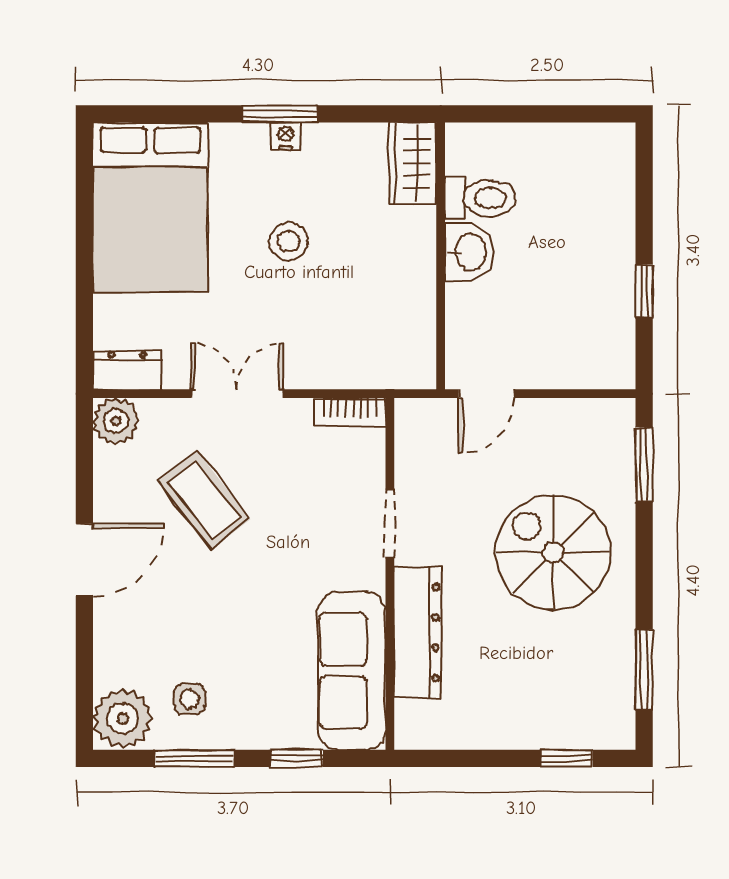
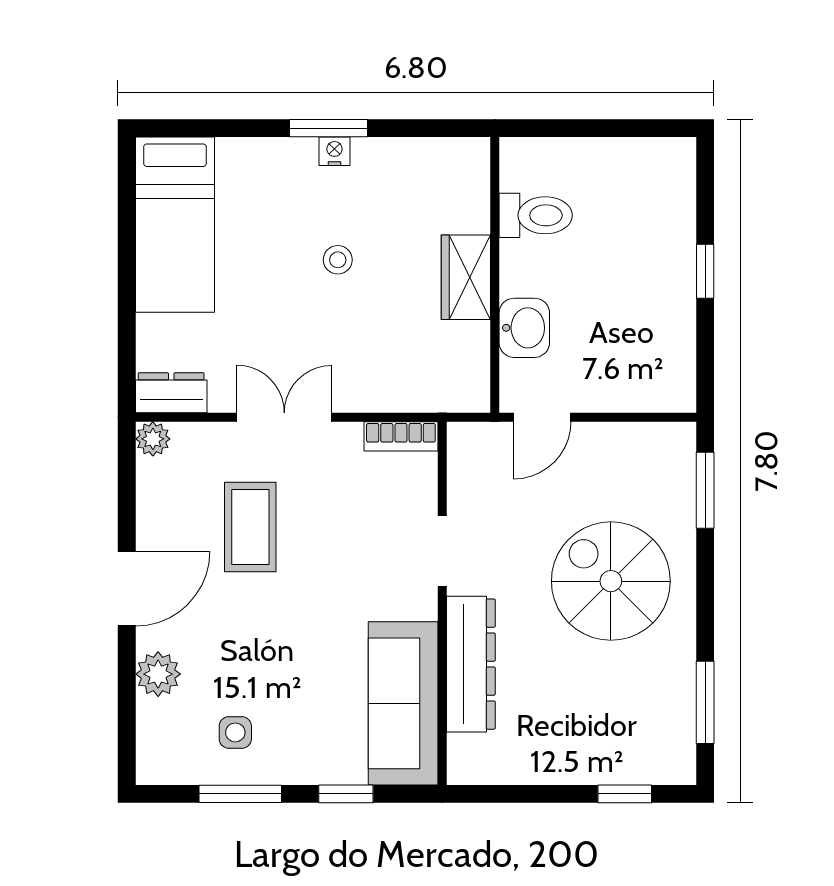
wardrobe: (413, 163) -> (466, 277), moved
bed: (150, 207) -> (175, 225), width x0.67
stool: (289, 241) -> (338, 260), width x0.73, depth x0.73
washbasin: (469, 252) -> (524, 328), moved
window: (644, 291) -> (705, 271), moved
plant: (116, 421) -> (153, 439), width x0.73, depth x0.73
coffee table: (204, 500) -> (250, 527), turned 38
plant: (123, 718) -> (158, 674), moved, width x0.73, depth x0.73

